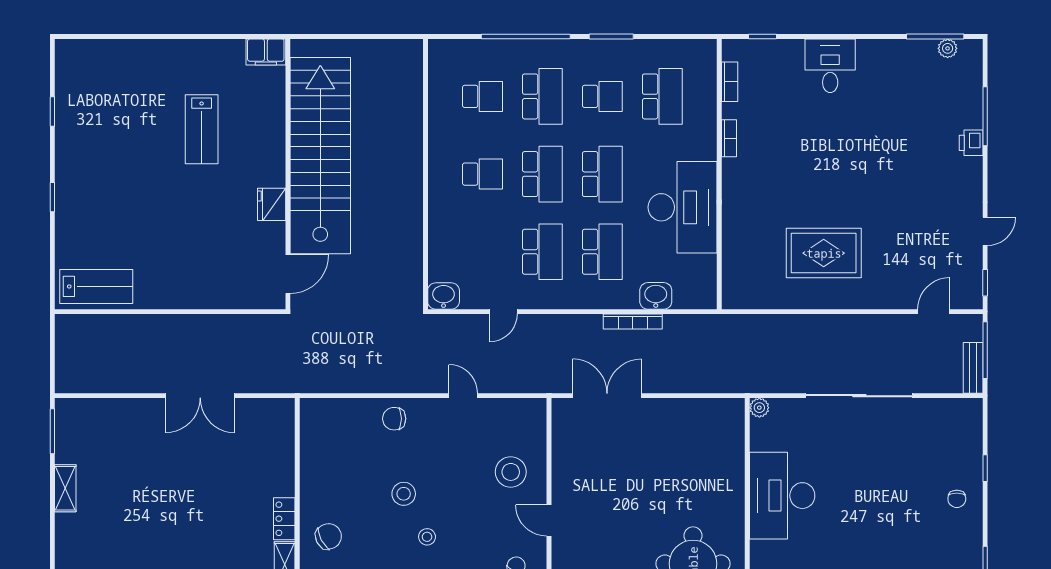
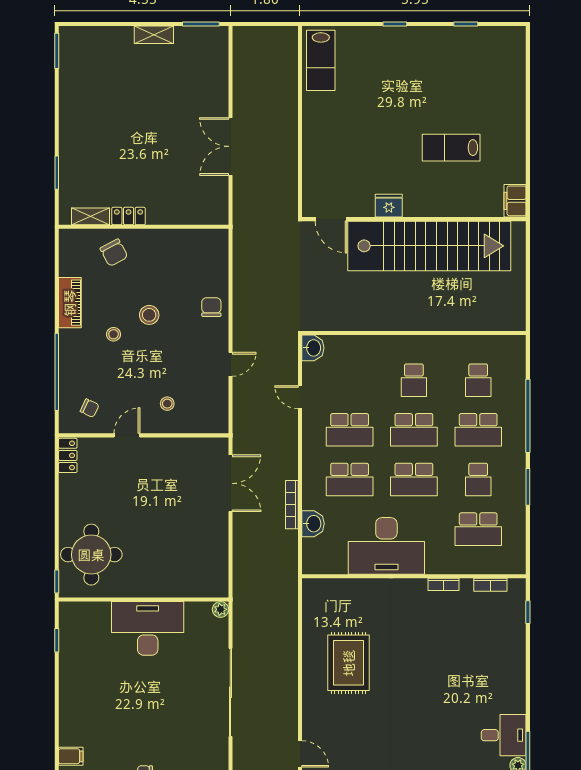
desk: (830, 66) -> (504, 735), moved
stool: (511, 472) -> (167, 404), width x0.53, depth x0.53

